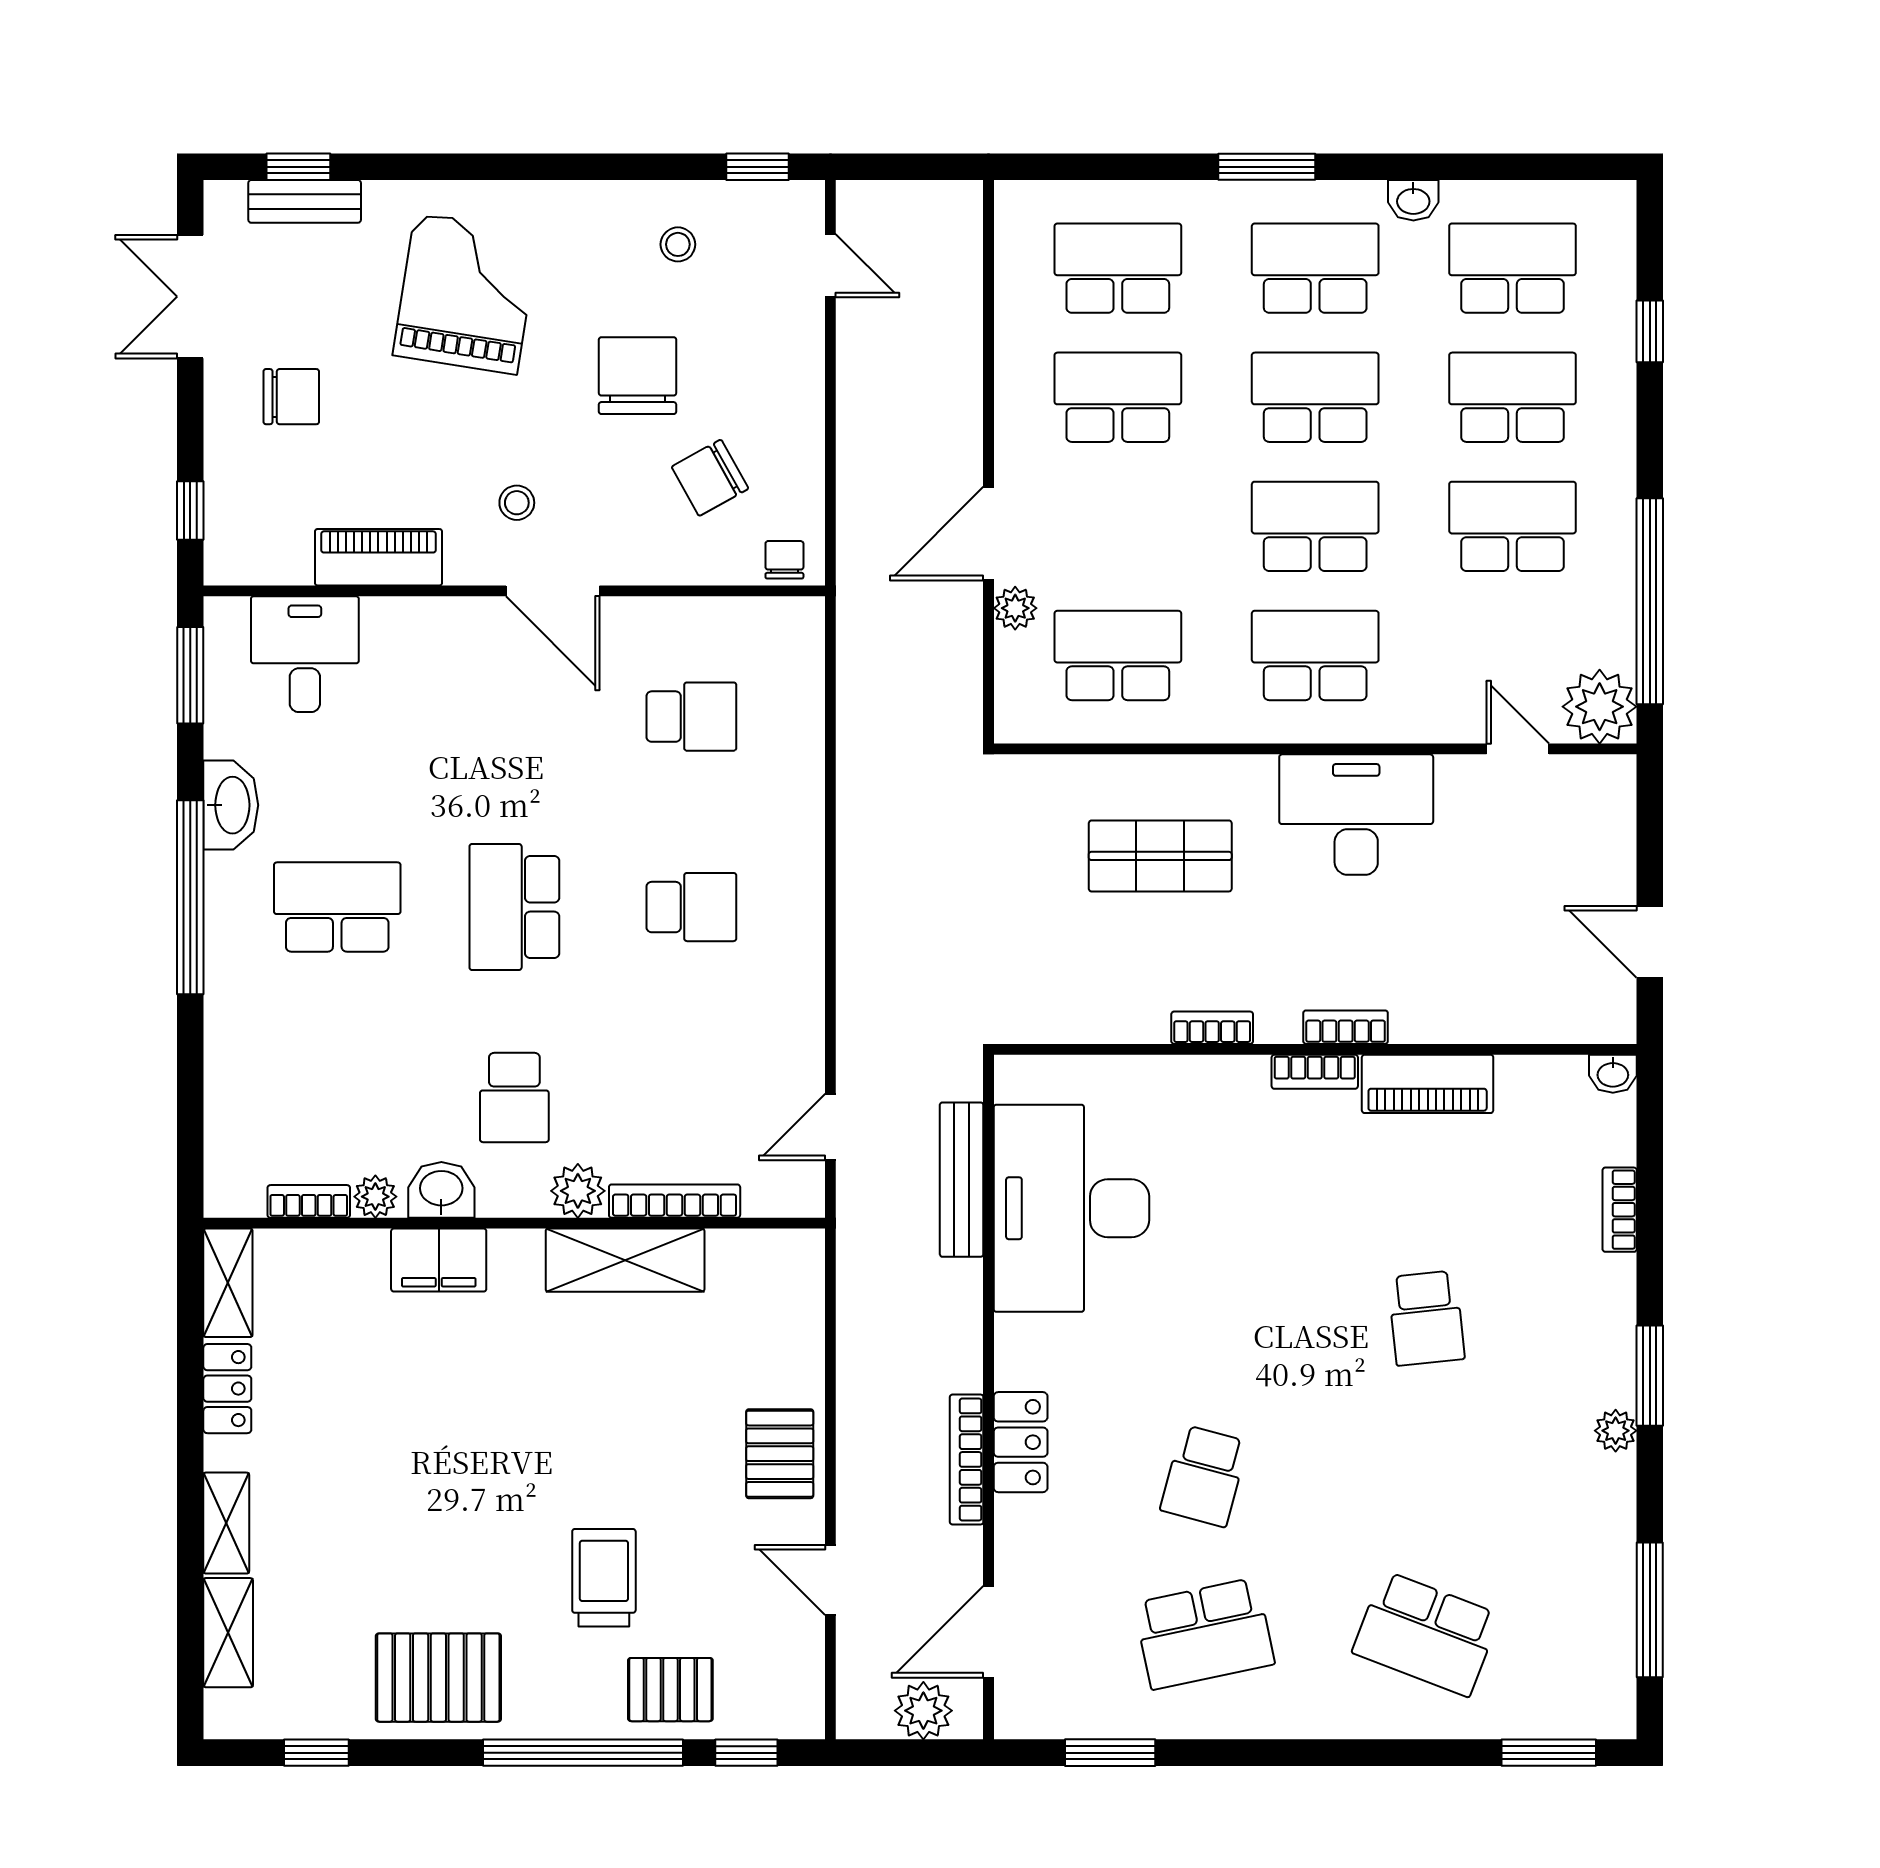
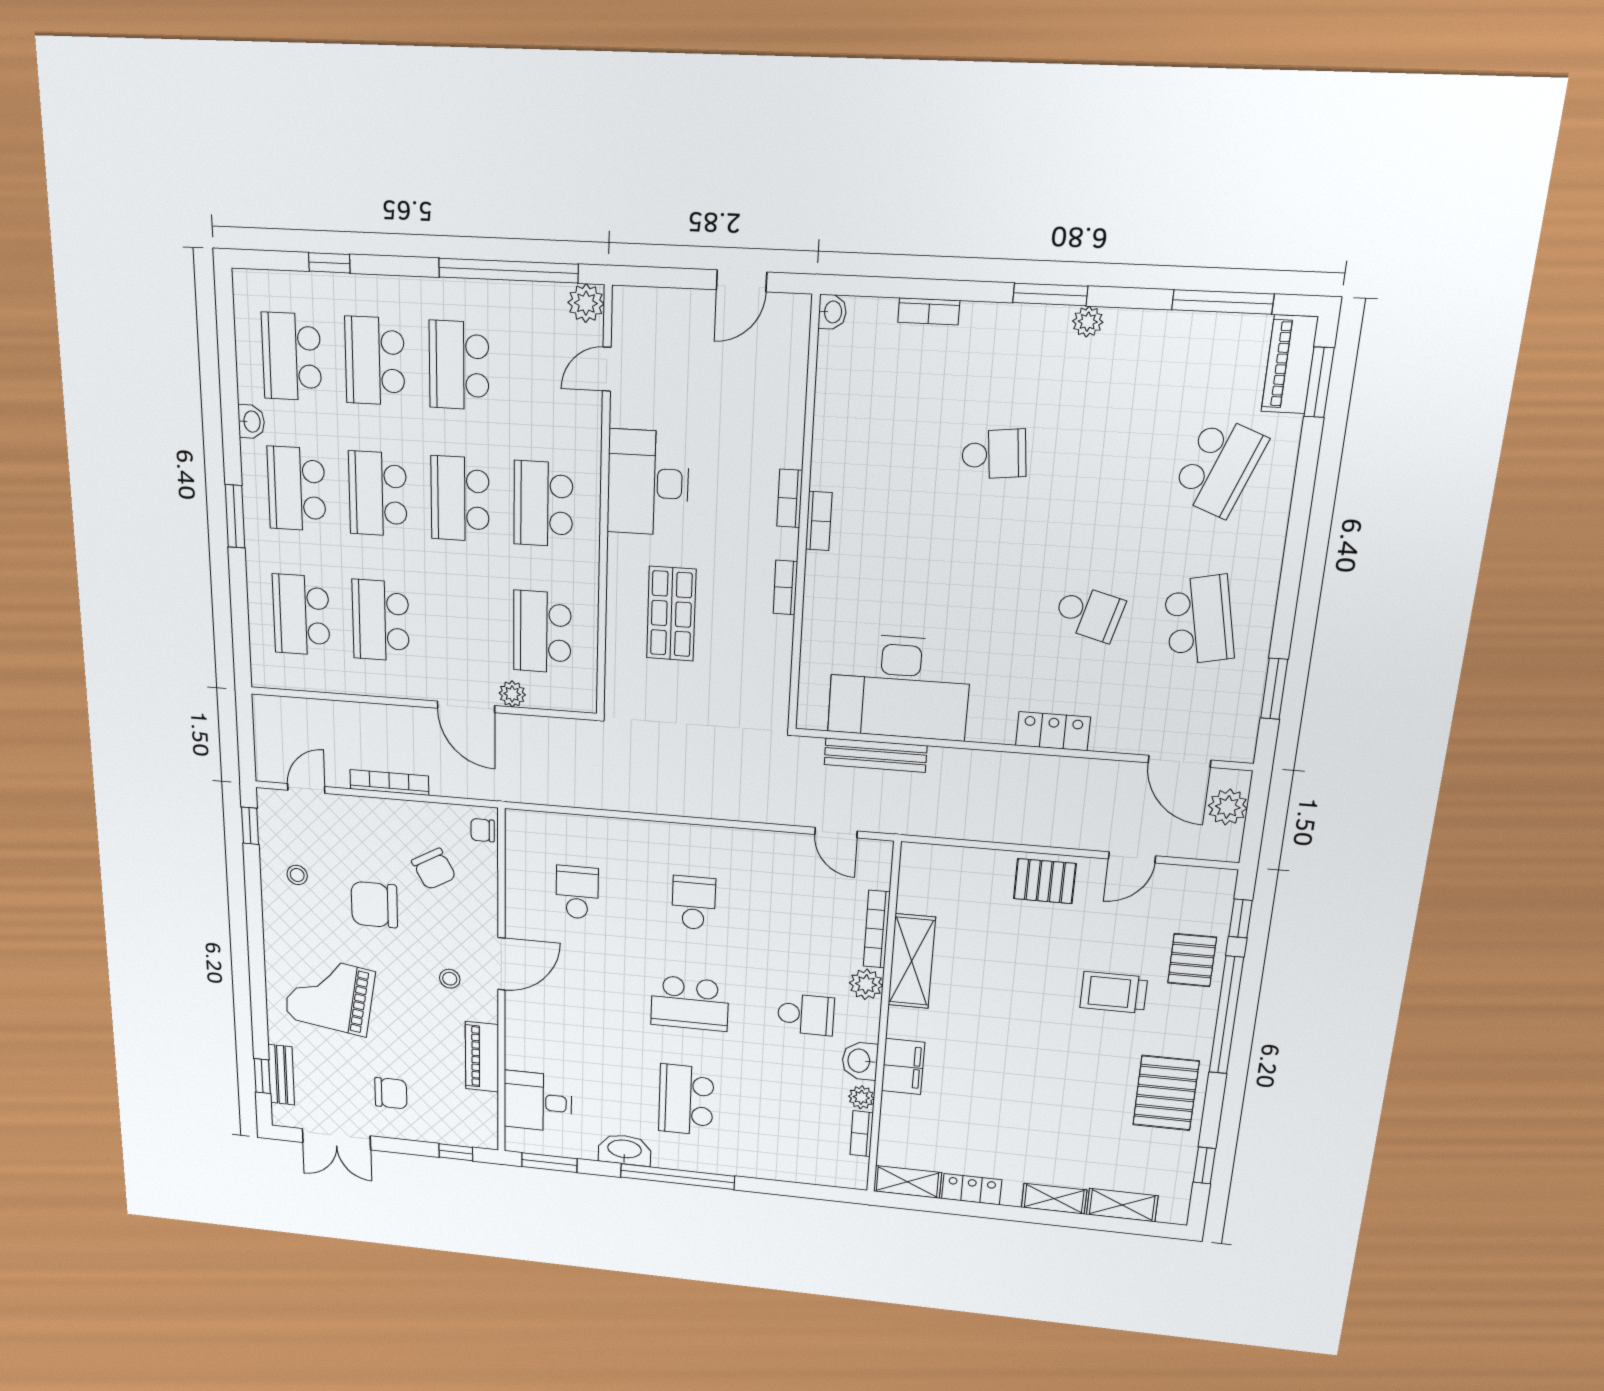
chair: (291, 397) -> (391, 1093), turned 90
plant: (1600, 707) -> (586, 303), width x0.73, depth x0.73
piano: (1428, 1084) -> (1290, 364), moved, turned 180
bookcase: (967, 1459) -> (389, 782), moved, turned 180

